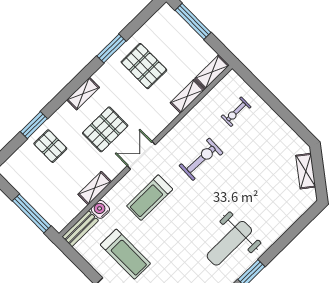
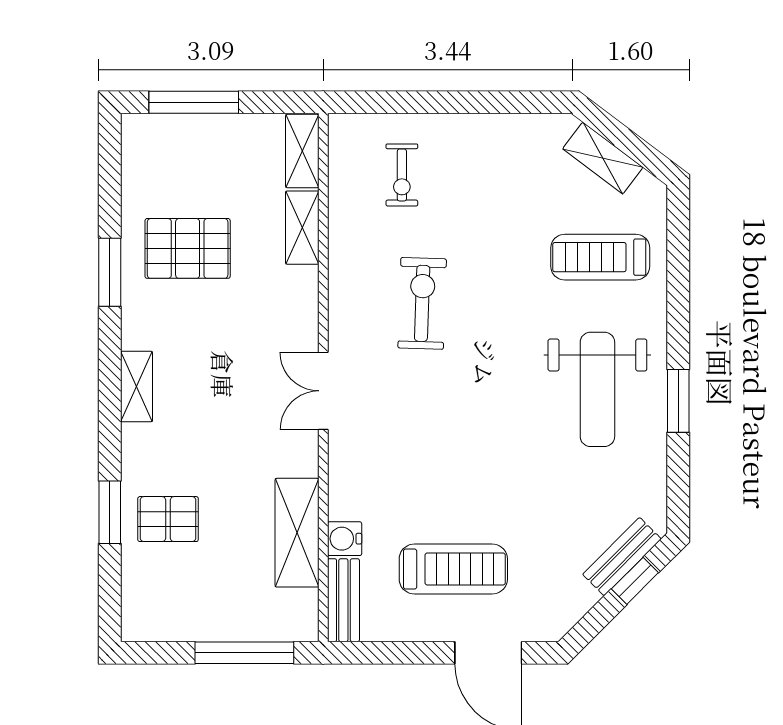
pallet: (105, 129) -> (227, 407), removed
shelving: (95, 188) -> (297, 533), width x1.50, depth x1.33
treadmill: (150, 198) -> (600, 257), moved, turned 90

